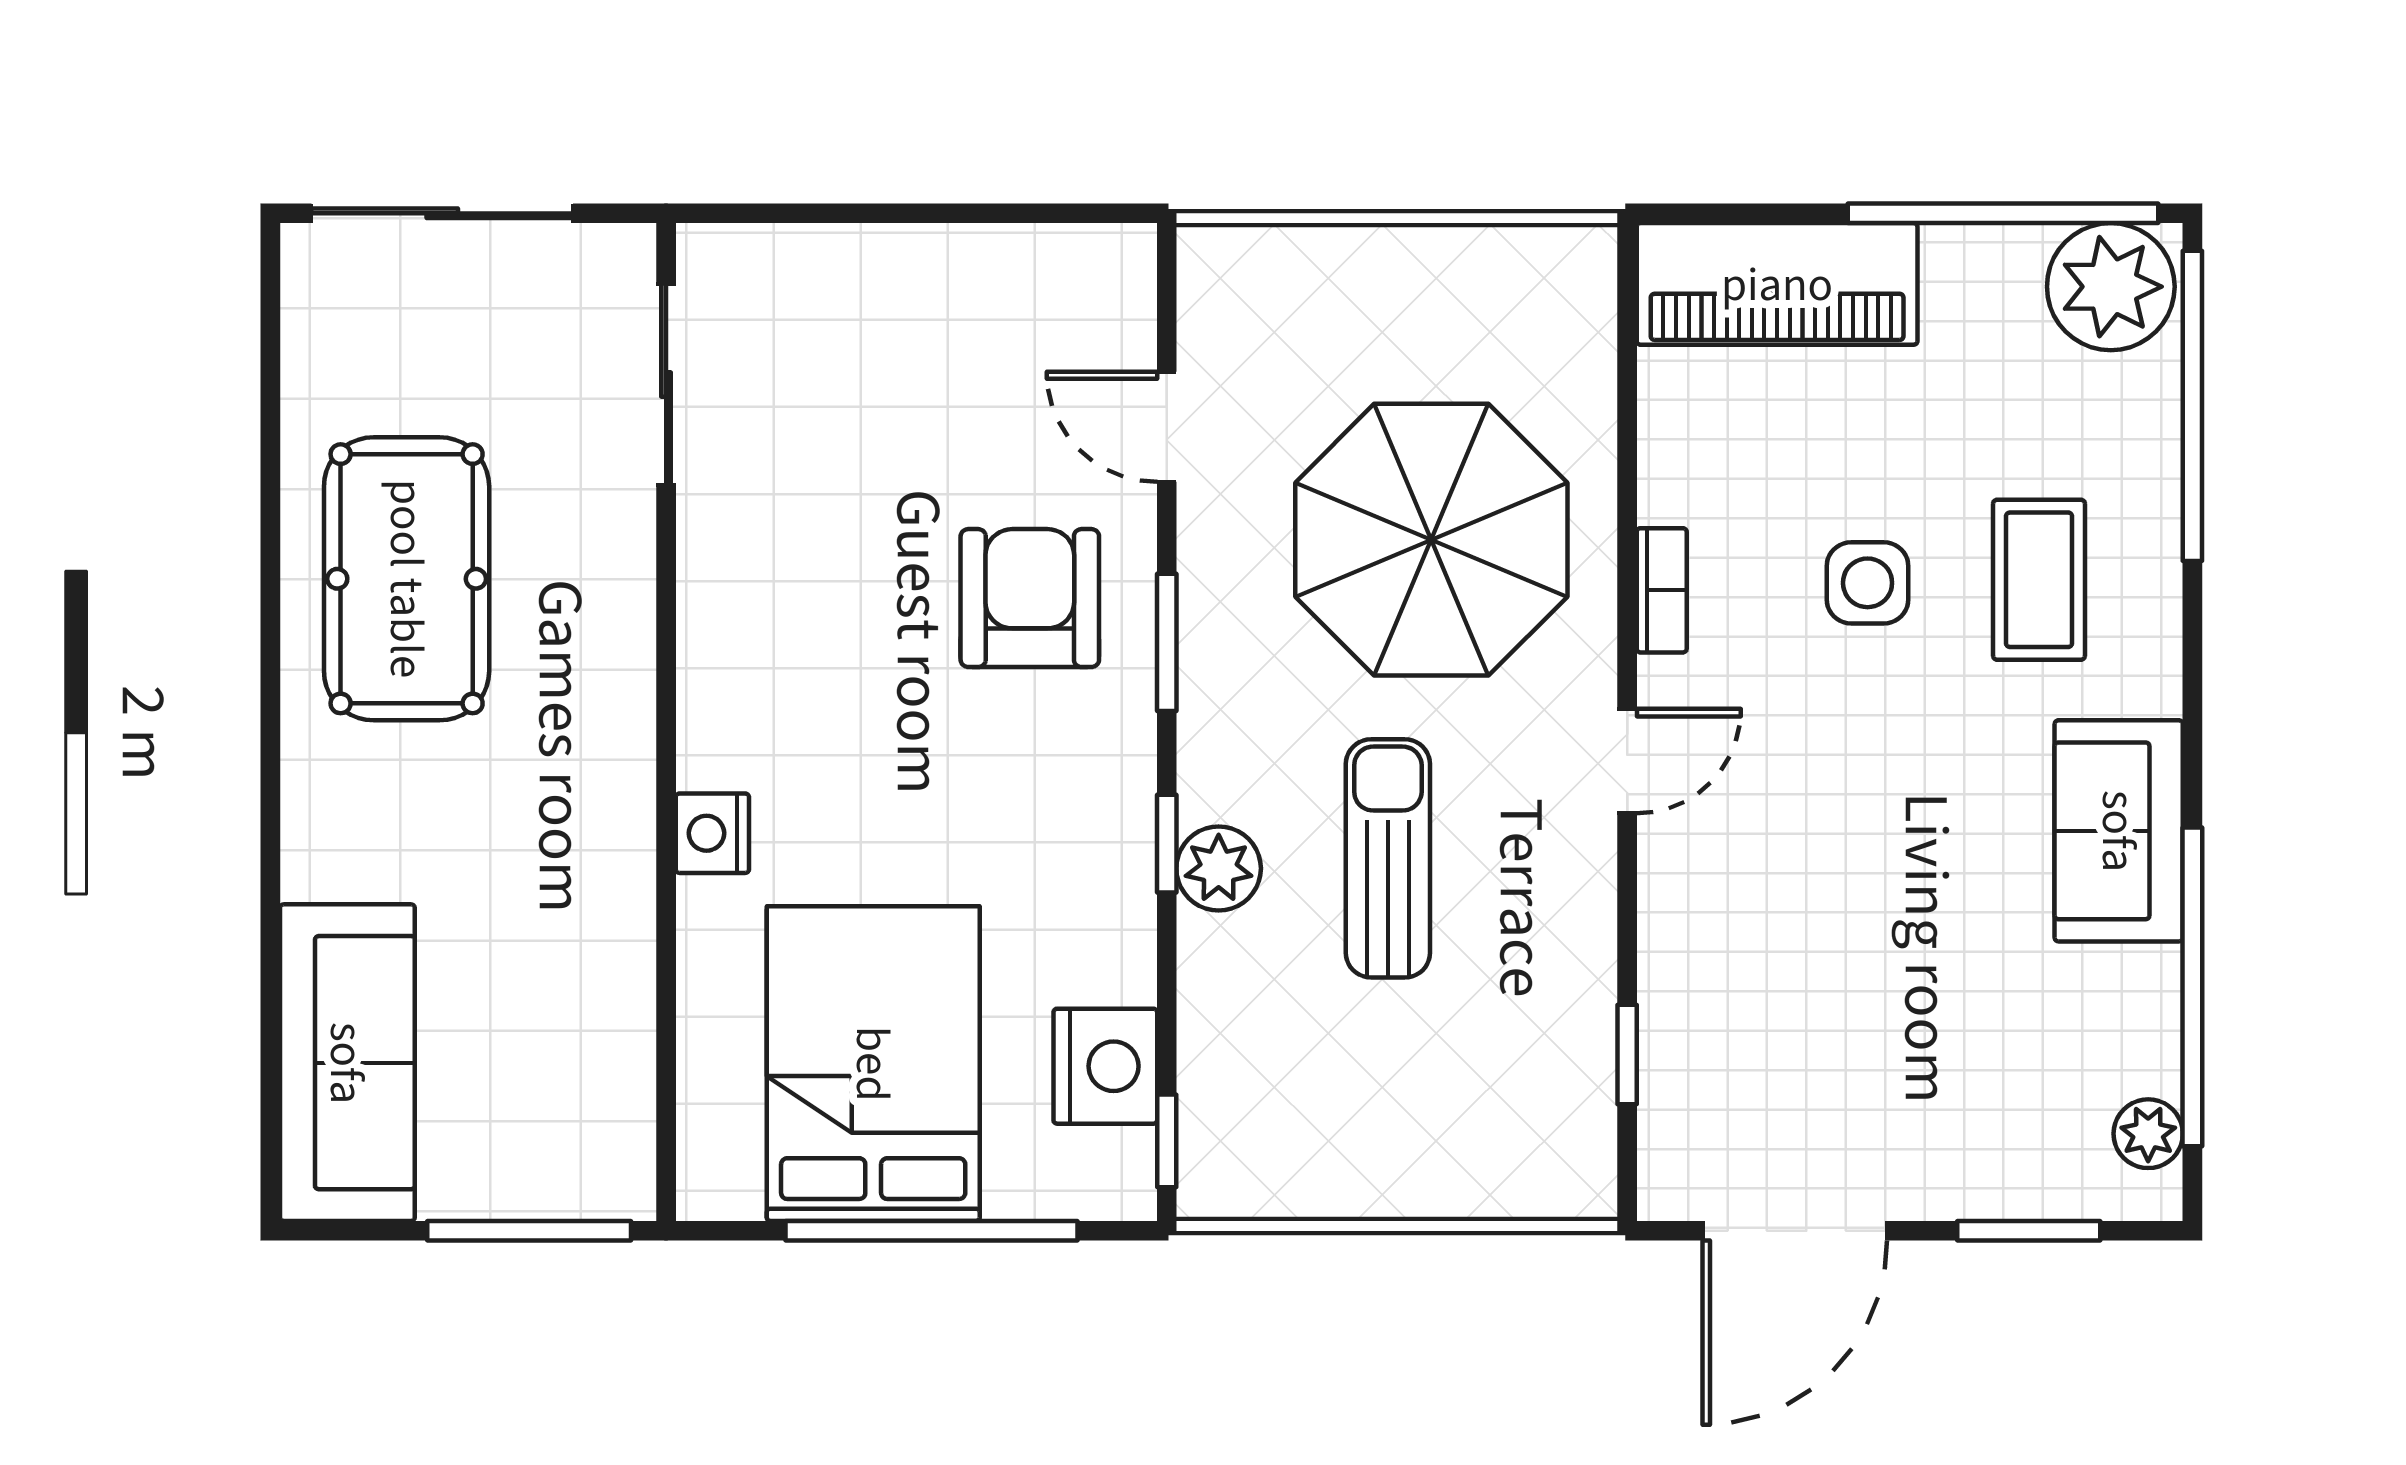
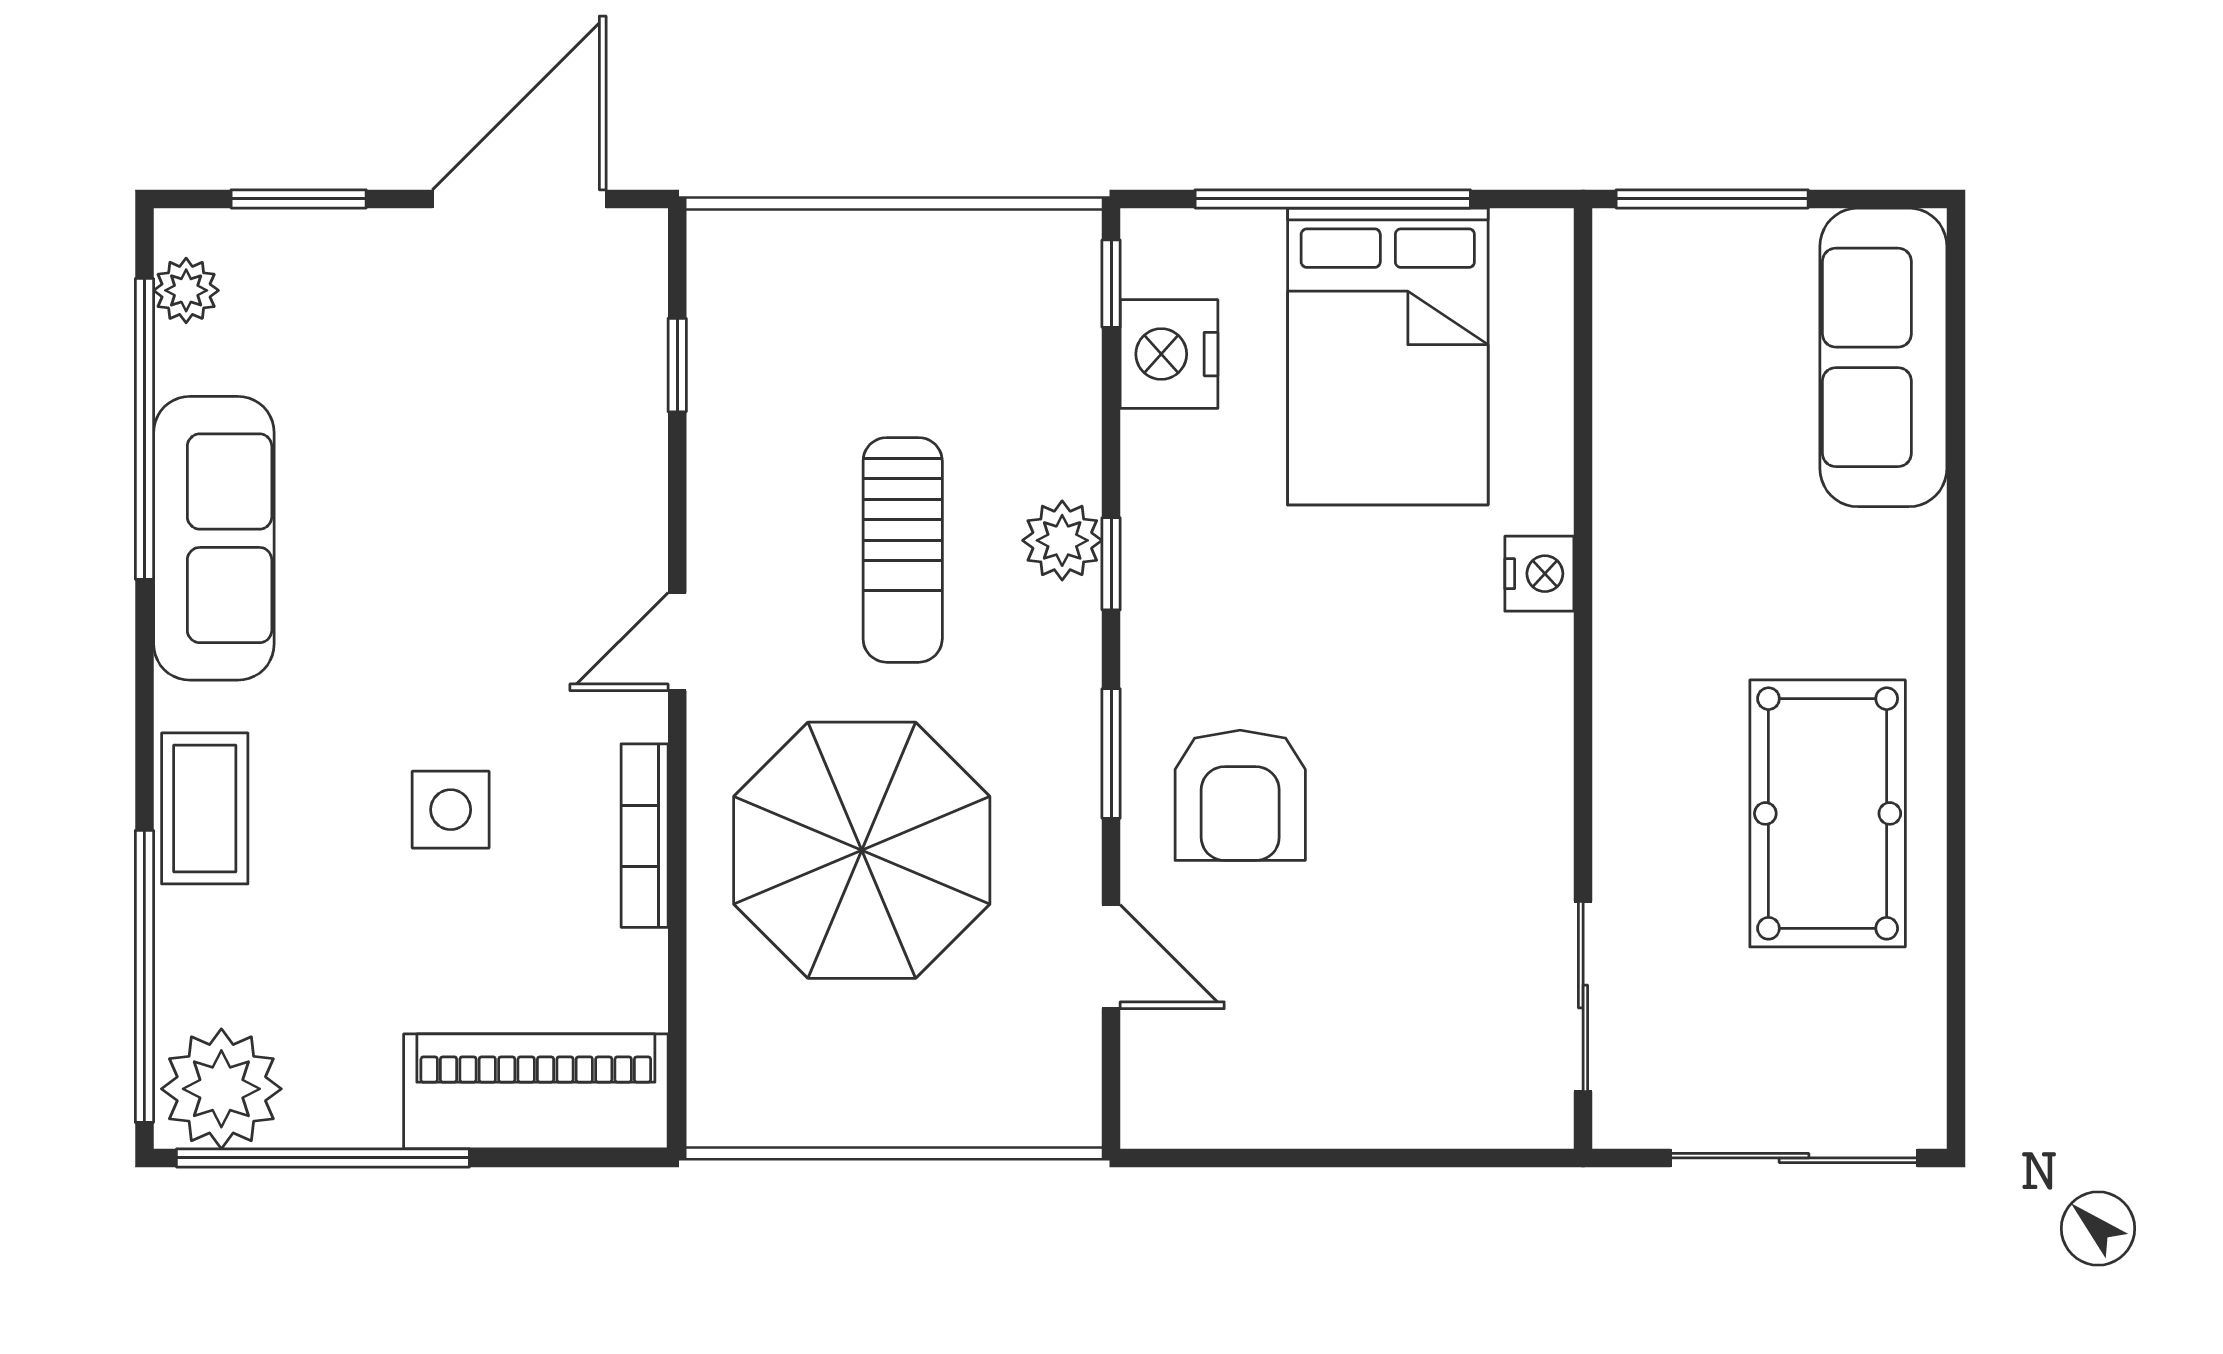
coffee table: (2039, 580) -> (205, 808), moved
bookcase: (1662, 590) -> (645, 836), width x1.56
sofa: (2119, 831) -> (214, 538), width x1.36

